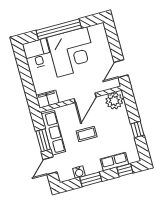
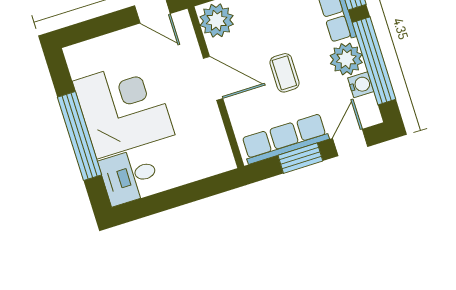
filing cabinet: (48, 99) -> (218, 153), removed
plant: (92, 165) -> (346, 59), added
door: (50, 166) -> (350, 143), swing flipped
window: (91, 179) -> (374, 61), width x2.11

